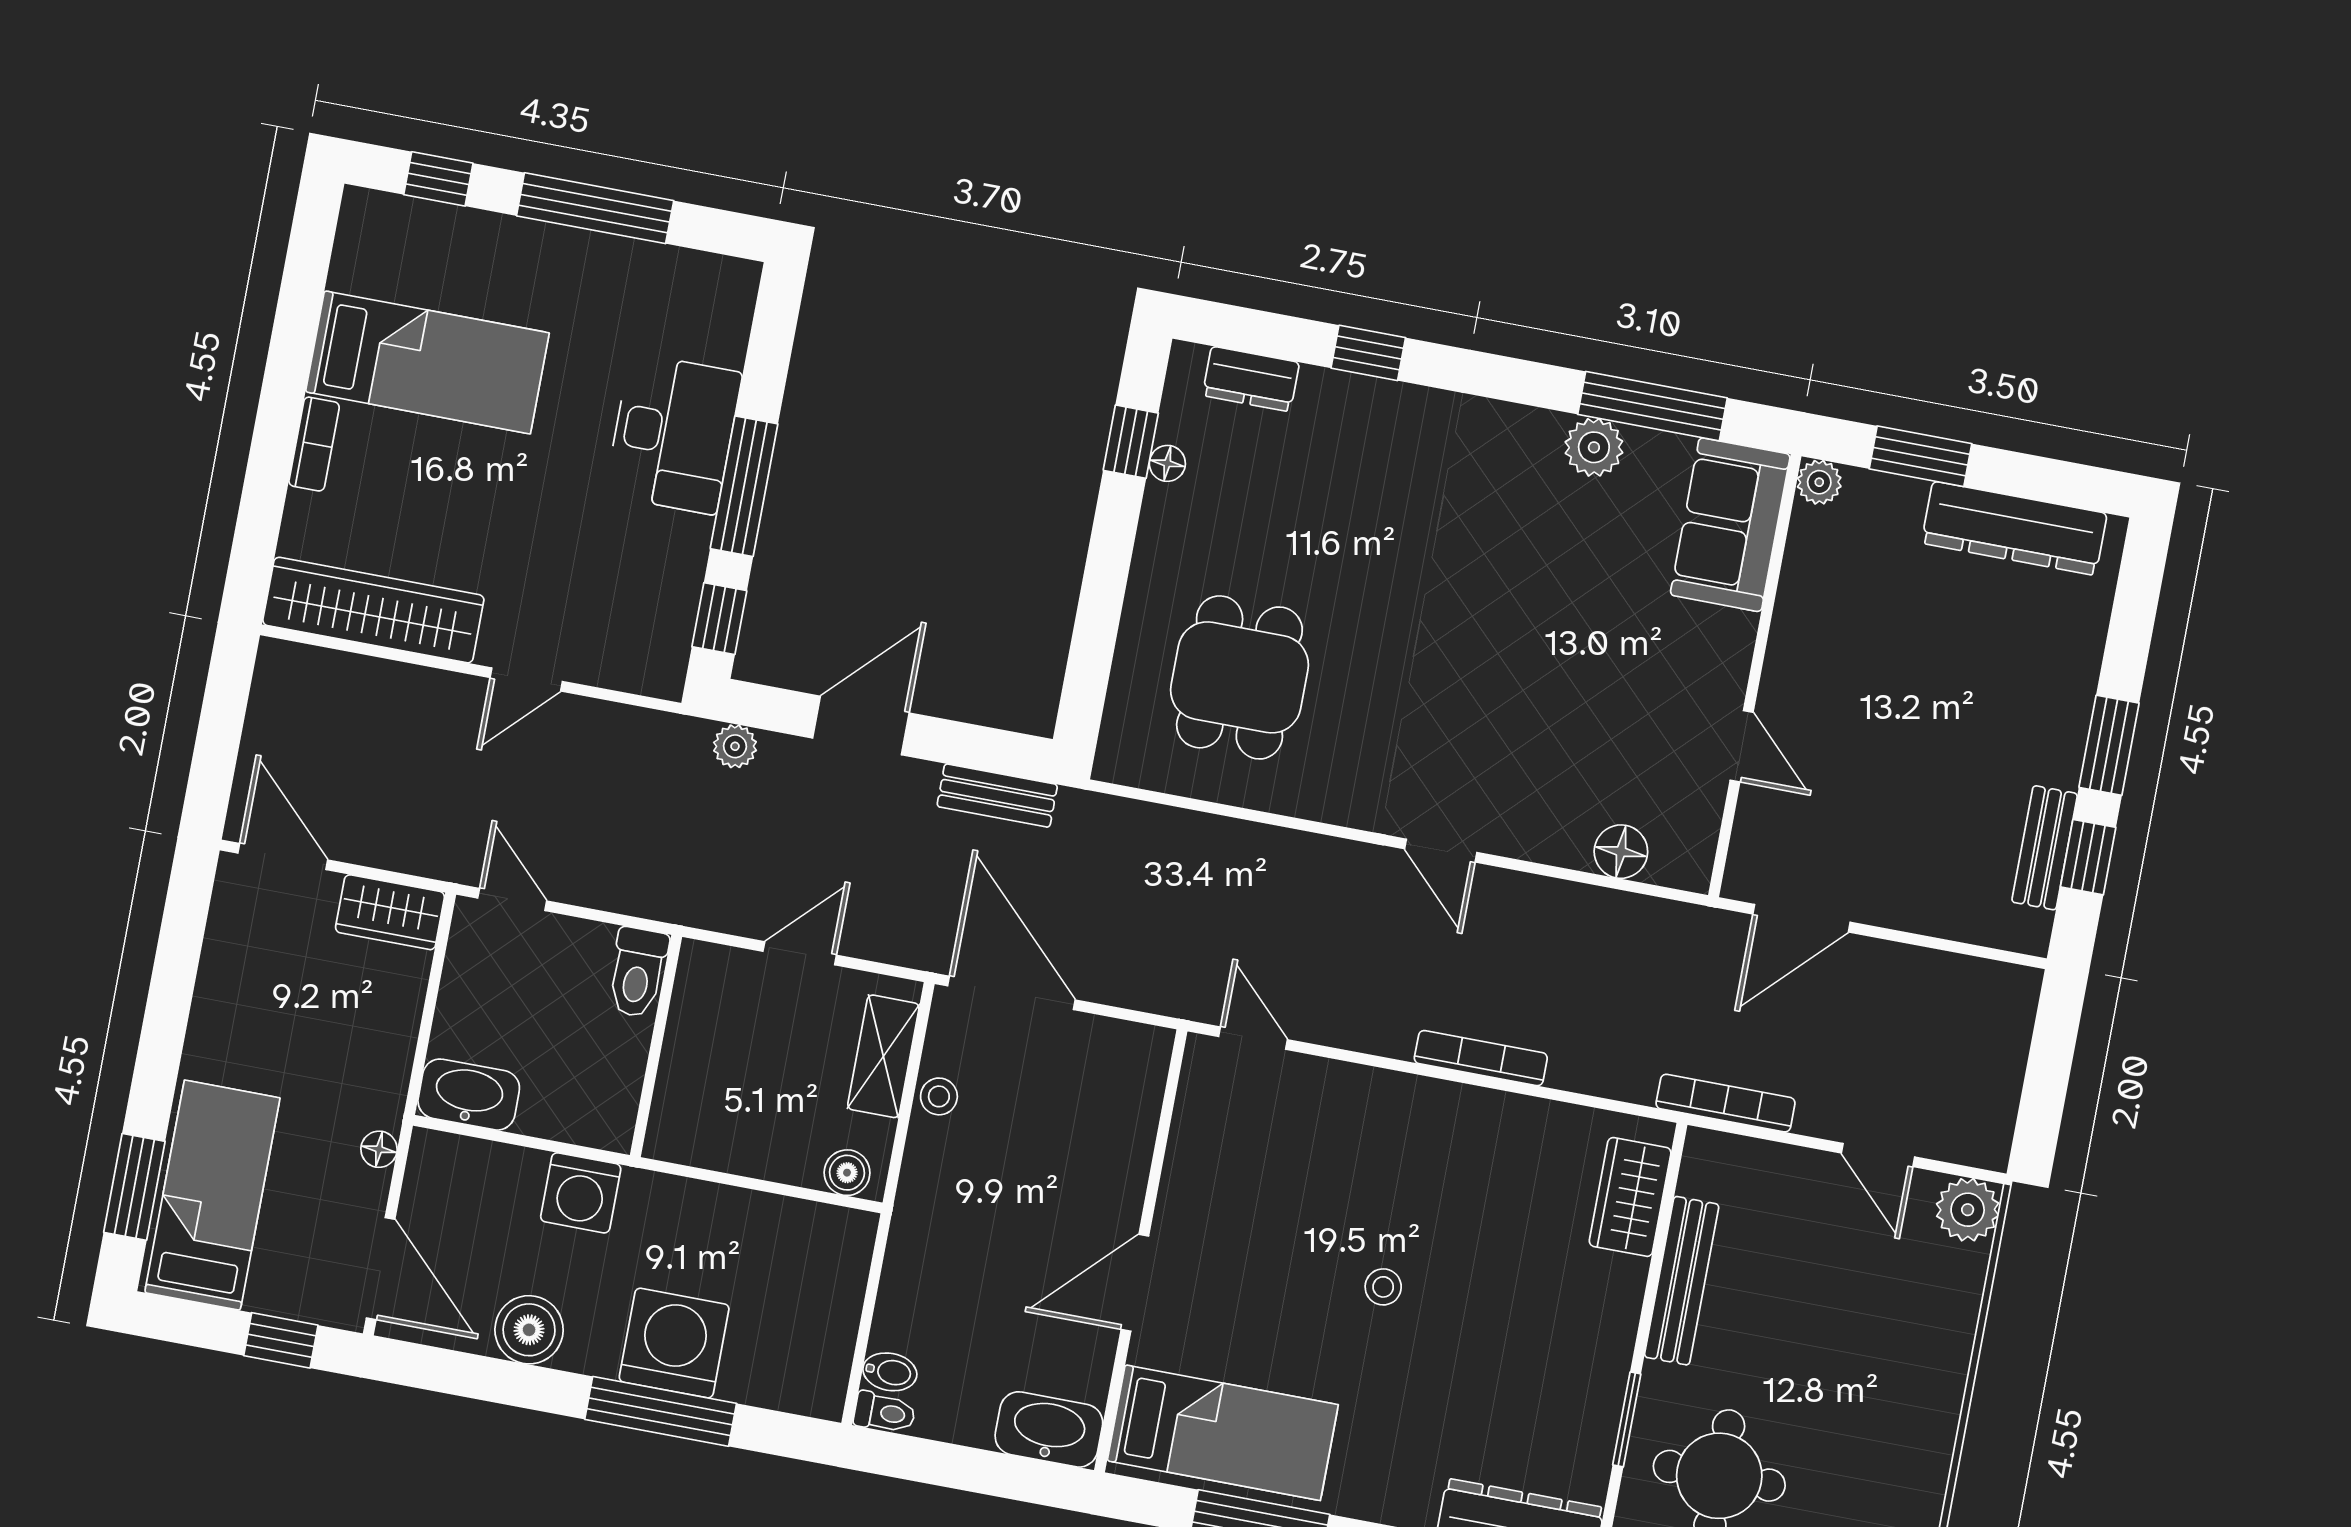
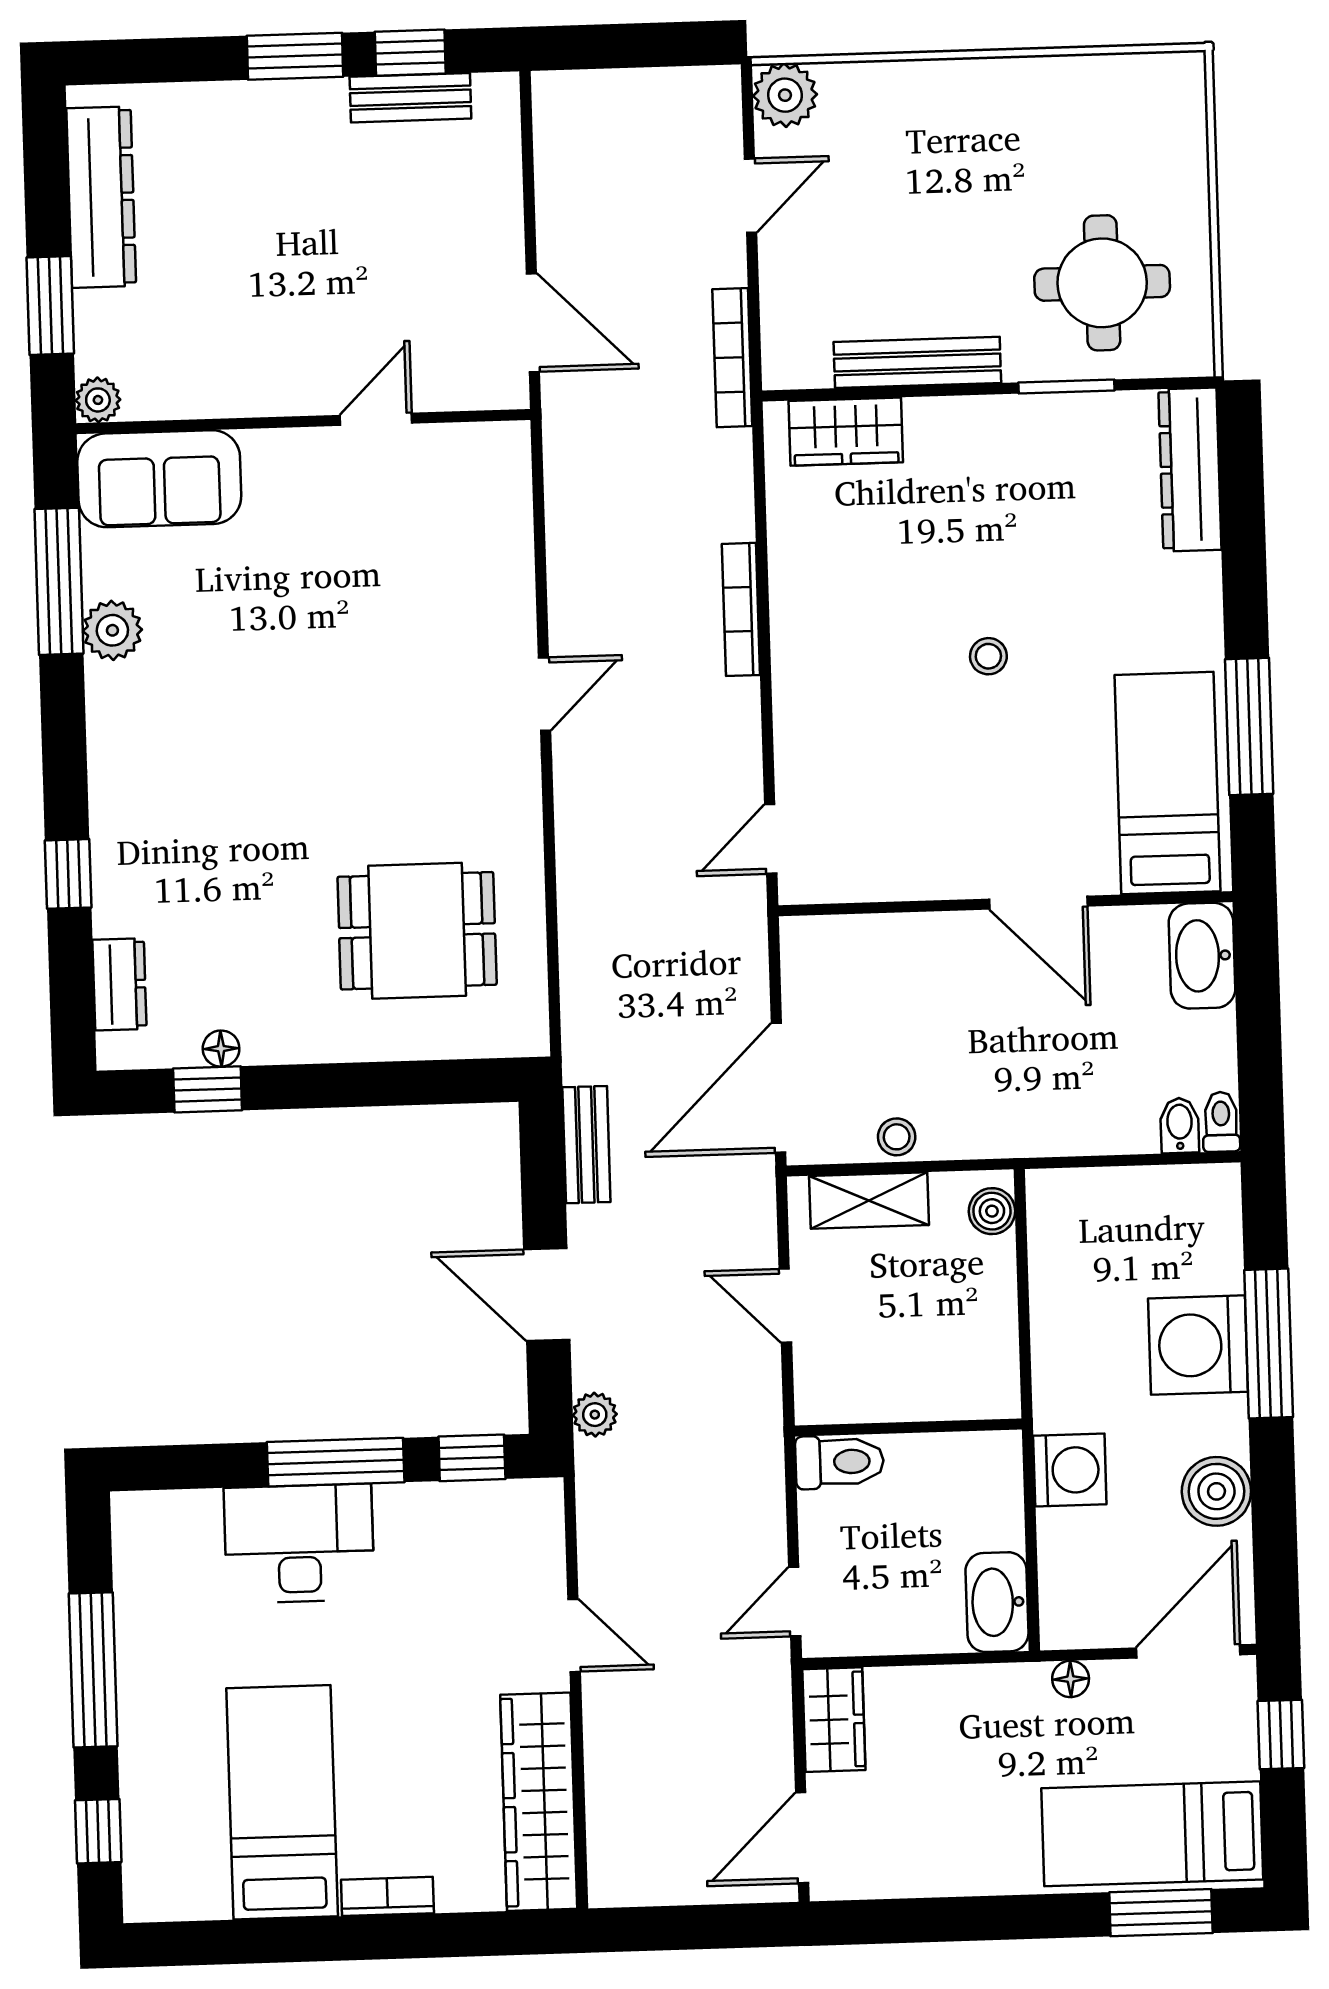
floor lamp: (1621, 852) -> (506, 516), removed

